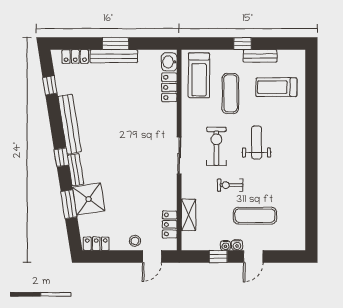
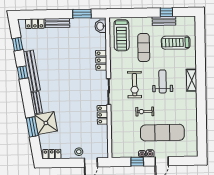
window: (116, 44) -> (82, 14), moved
window: (242, 44) -> (166, 12), moved
bench: (114, 56) -> (57, 23), width x0.73
locker: (169, 87) -> (101, 60), moved
exercise bike: (216, 146) -> (135, 85), turned 180
window: (61, 157) -> (23, 73), moved
shelving: (189, 215) -> (192, 80), moved
exercise mat: (255, 216) -> (162, 133), width x1.36, depth x1.45
locker: (170, 224) -> (102, 115), moved

